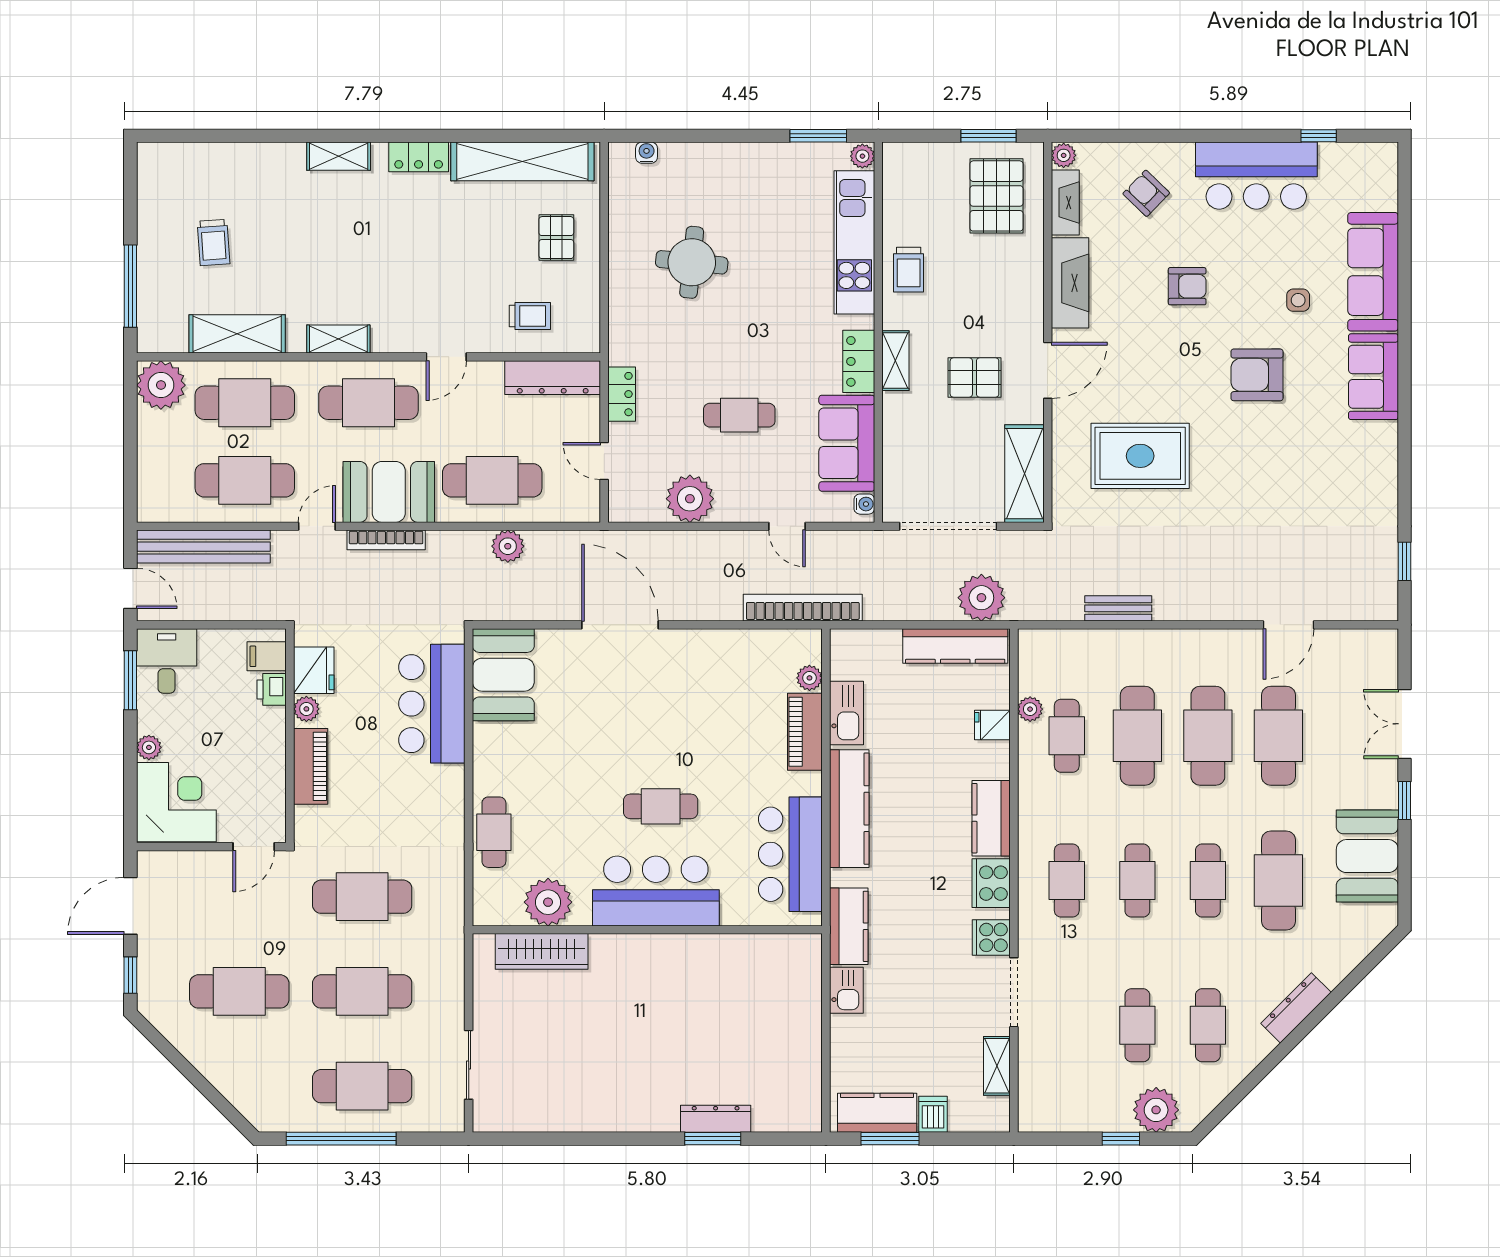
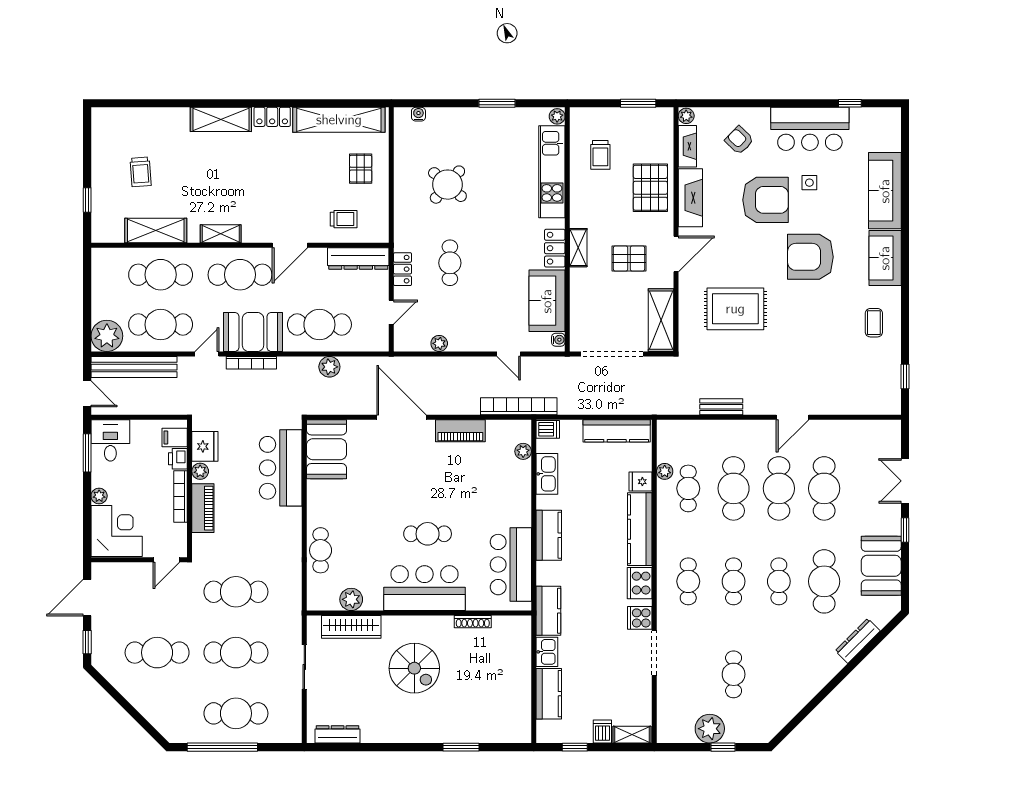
window: (818, 136) -> (497, 103), moved
shelving: (339, 156) -> (221, 119), width x1.50, depth x1.33
pallet: (997, 196) -> (650, 188), moved
round table: (692, 262) -> (447, 185), turned 35
trolley: (909, 270) -> (600, 155), moved
window: (130, 286) -> (87, 200), width x0.46
armchair: (1187, 286) -> (766, 200), width x1.88, depth x1.88
side table: (1298, 300) -> (809, 183), moved
door: (446, 357) -> (290, 245), width x1.38
armchair: (1257, 375) -> (810, 257), width x1.36, depth x1.36
plant: (161, 385) -> (107, 336), moved
cafe table: (739, 415) -> (450, 263), moved, turned 90
door: (604, 461) -> (391, 312), swing flipped
coffee table: (1356, 478) -> (874, 323), added
plant: (690, 499) -> (439, 343), width x0.53, depth x0.53
plant: (981, 598) -> (633, 400), removed
door: (1289, 625) -> (793, 417), moved
dishwasher: (848, 644) -> (548, 429), added
piano: (805, 732) -> (460, 431), moved, turned -90
bookcase: (276, 748) -> (181, 496), added
kitchen counter: (849, 809) -> (549, 535), width x0.67
kitchen counter: (991, 818) -> (640, 529), width x1.50
plant: (548, 902) -> (351, 599), width x0.73, depth x0.73
shoe rack: (731, 943) -> (473, 622), added
dresser: (1296, 1008) -> (858, 641), moved
spiral stairs: (640, 1016) -> (414, 668), added
cafe table: (1208, 1025) -> (779, 674), removed
sliding door: (469, 1065) -> (304, 667), moved
shelving: (997, 1066) -> (632, 735), moved, turned 90
plant: (1156, 1110) -> (710, 729), moved
kitchen counter: (877, 1113) -> (549, 694), moved, turned 90
dresser: (716, 1119) -> (338, 734), moved
window: (890, 1139) -> (575, 747), width x0.67

